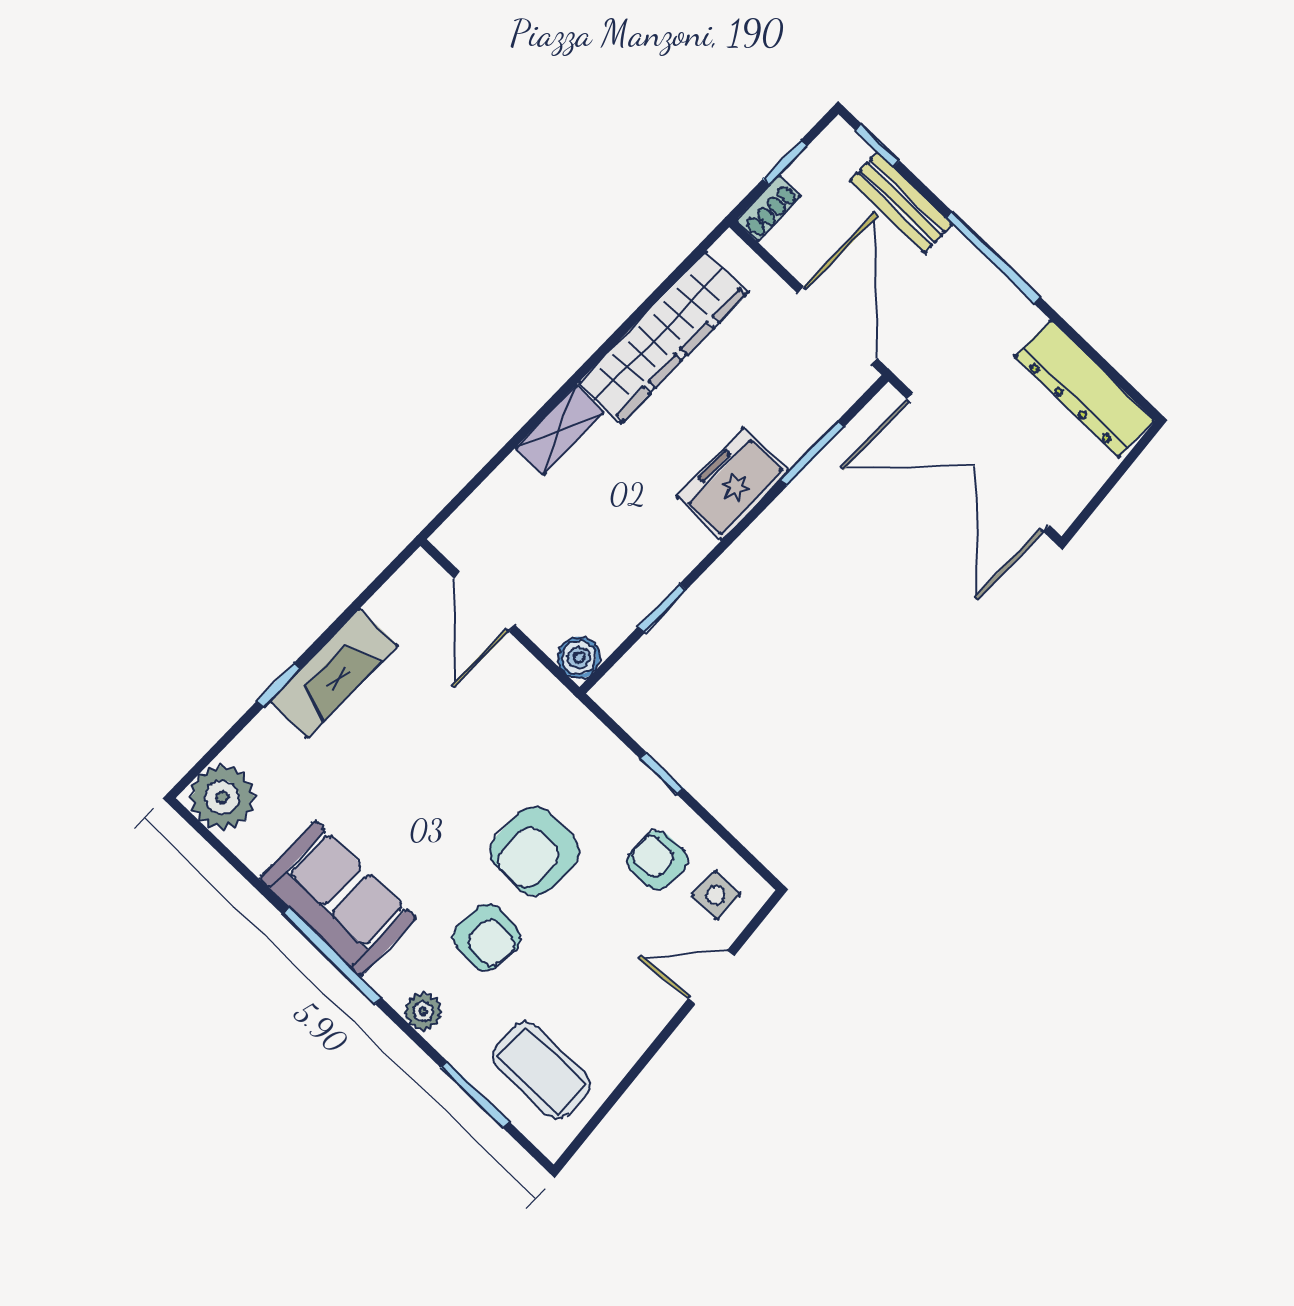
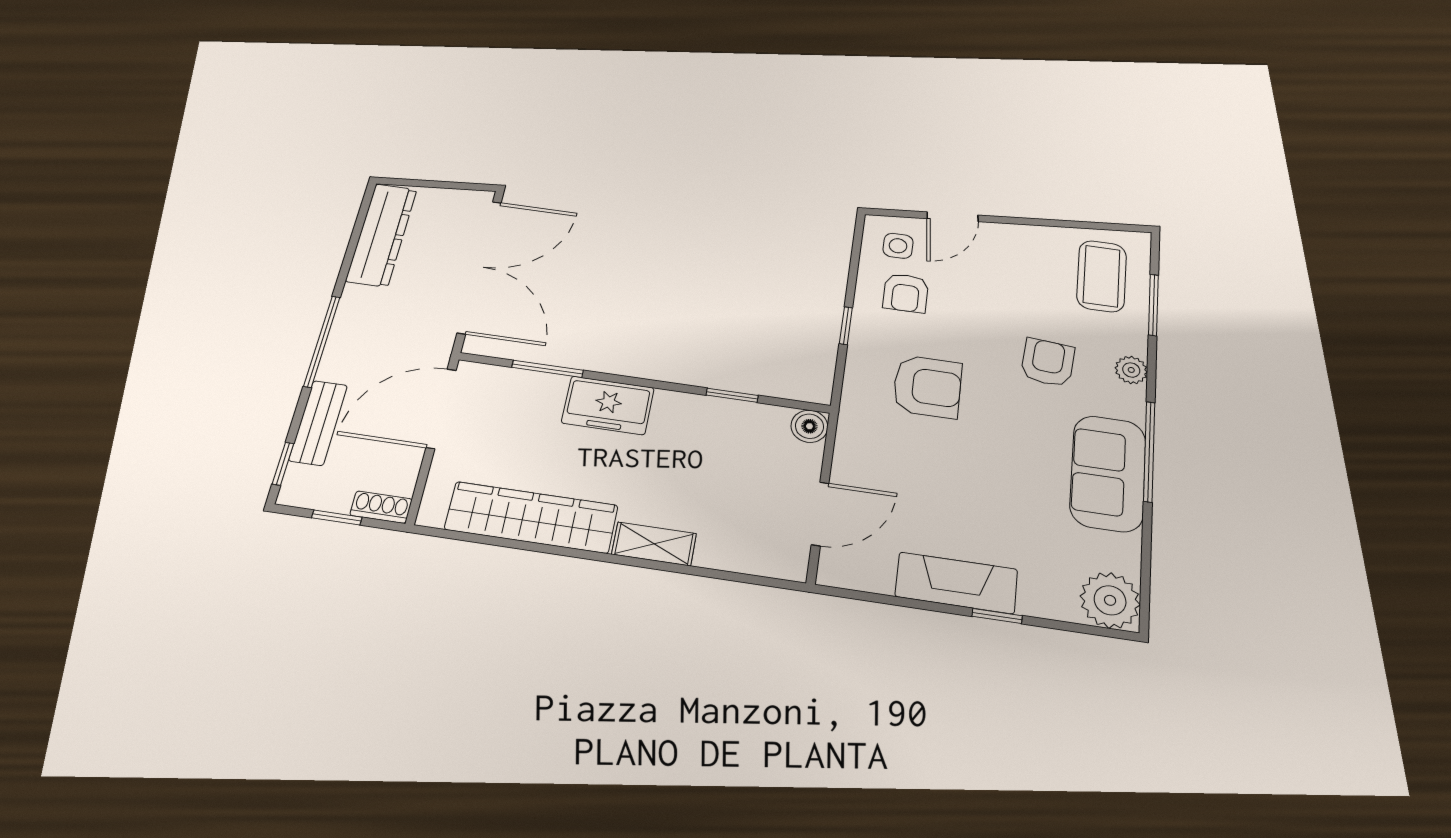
armchair: (535, 851) -> (927, 387), moved
door: (711, 977) -> (953, 217), hinge flipped

